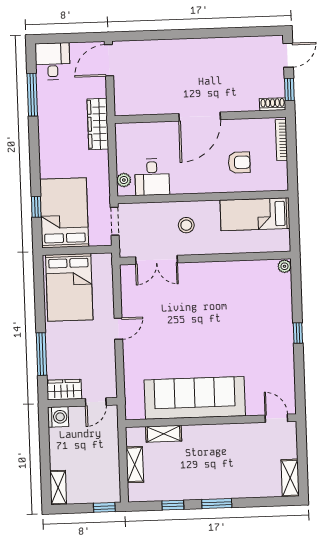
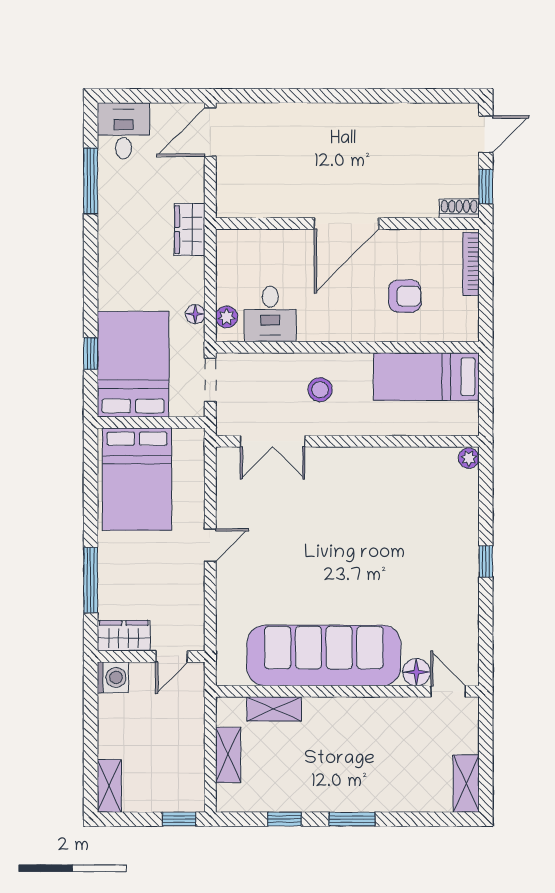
wardrobe: (98, 124) -> (190, 229), width x0.67
floor lamp: (103, 179) -> (195, 314), added
floor lamp: (255, 407) -> (416, 672), added

